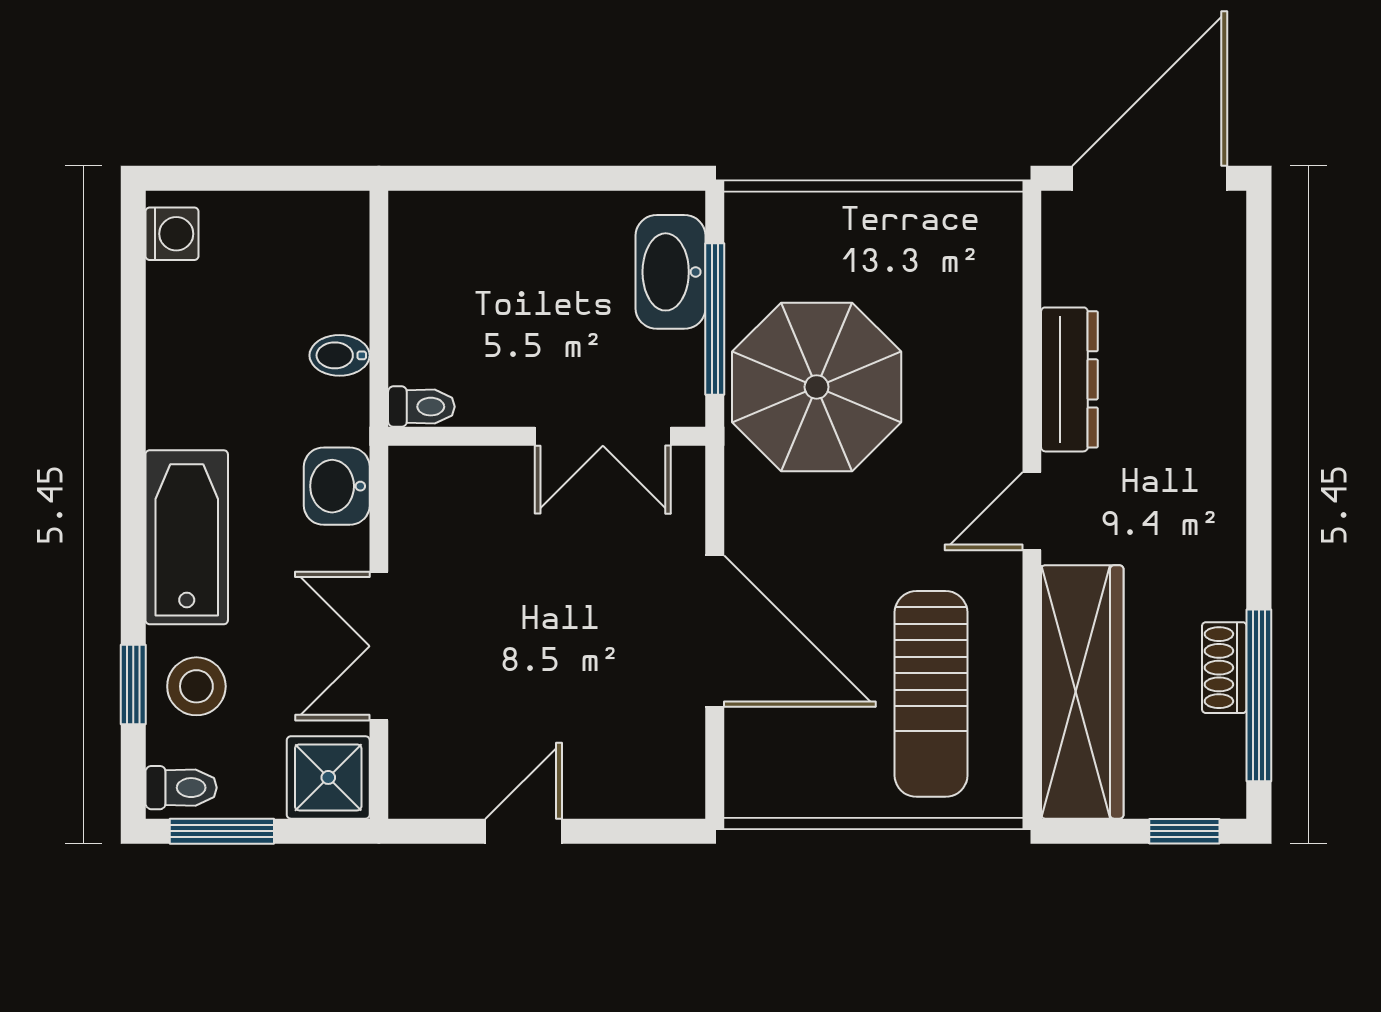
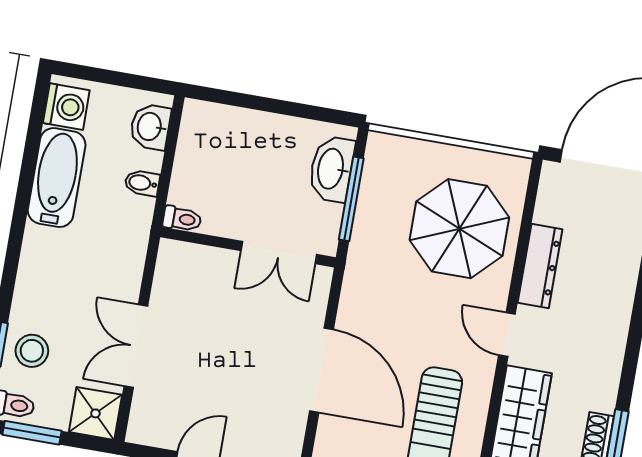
washing machine: (172, 234) -> (66, 107), width x1.38, depth x1.38
parasol: (817, 387) -> (459, 229), moved
washbasin: (337, 486) -> (150, 127), moved
door: (1032, 511) -> (507, 335), hinge flipped
bathtub: (187, 537) -> (57, 178), moved

